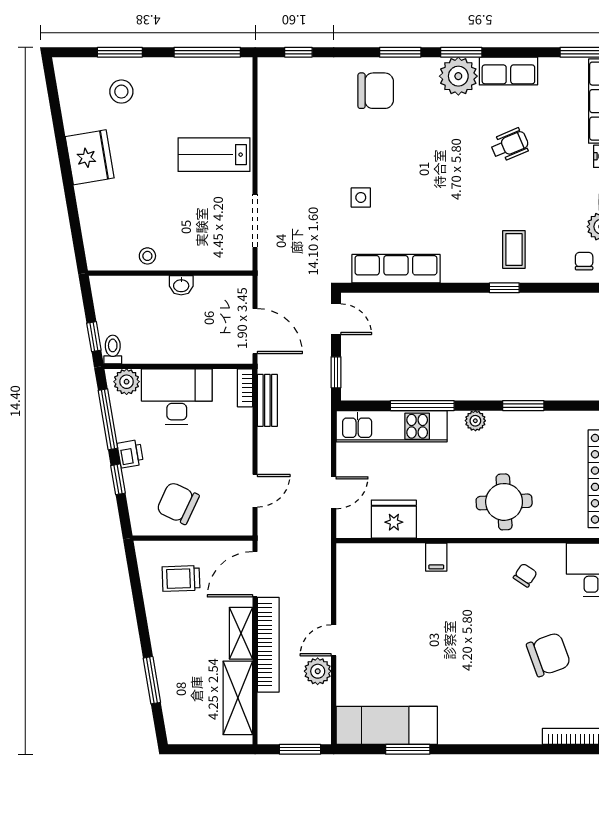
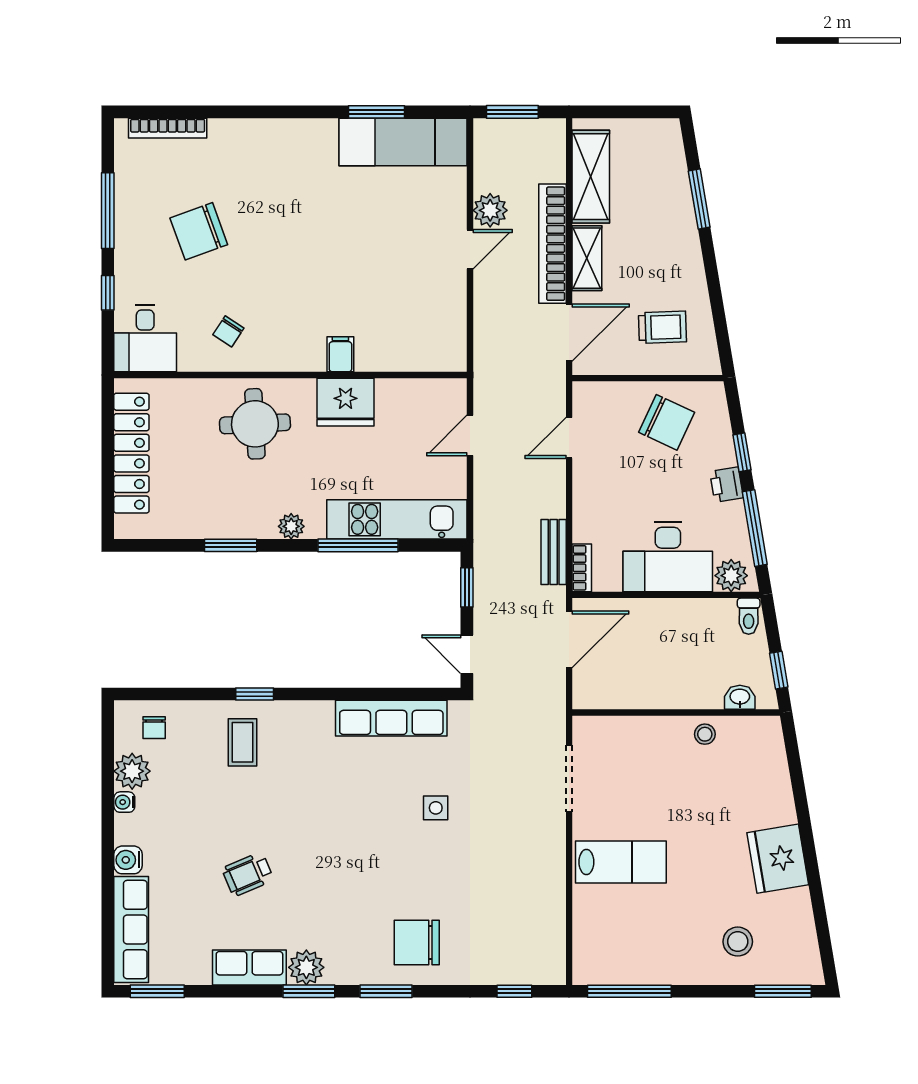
window: (120, 52) -> (783, 991), moved
plant: (458, 76) -> (306, 967), width x0.73, depth x0.73
washbasin: (181, 285) -> (740, 697), moved
door: (255, 331) -> (569, 639), swing flipped
window: (94, 337) -> (779, 670), moved
fridge: (394, 519) -> (346, 402), moved

